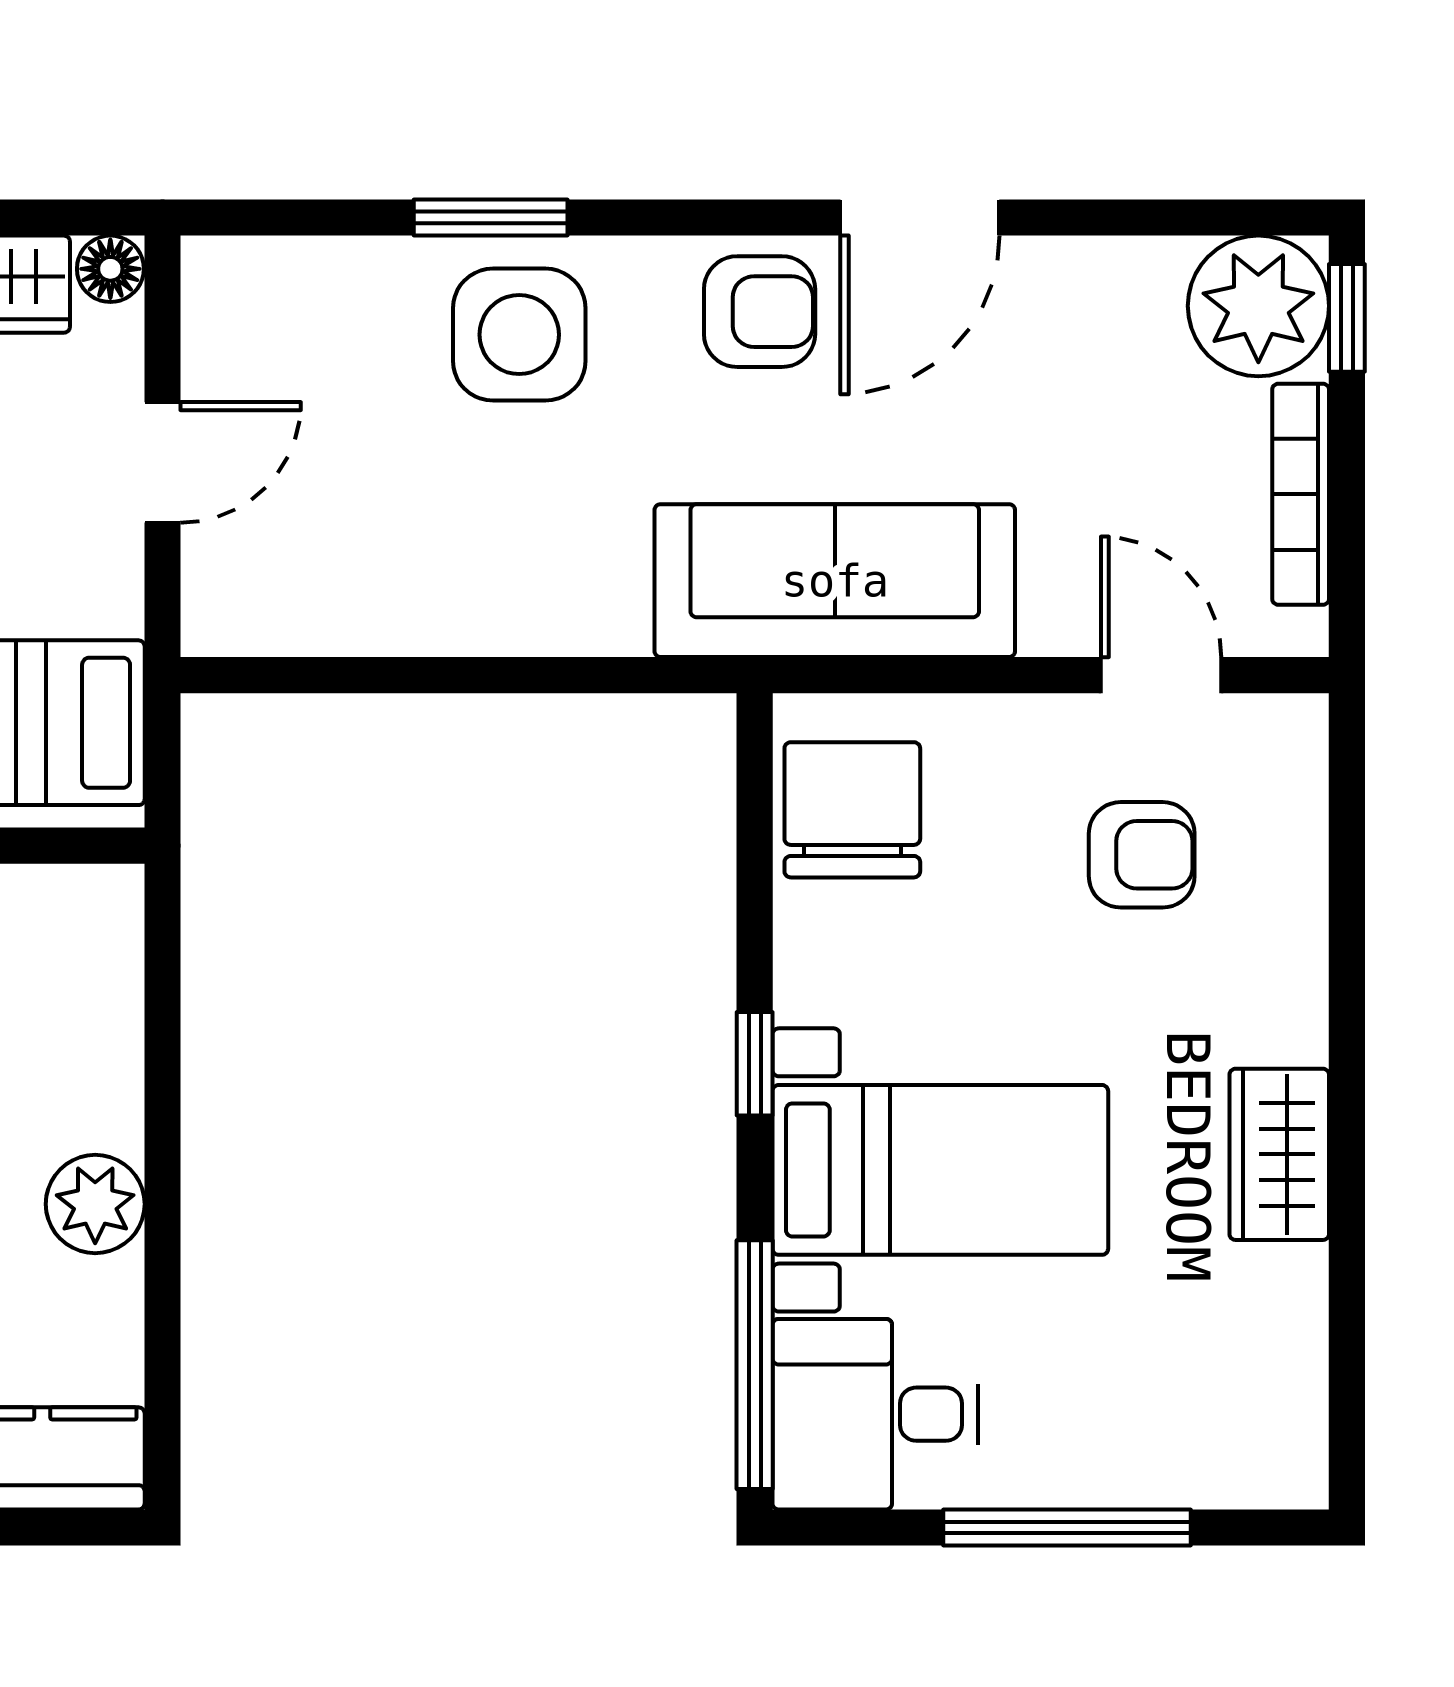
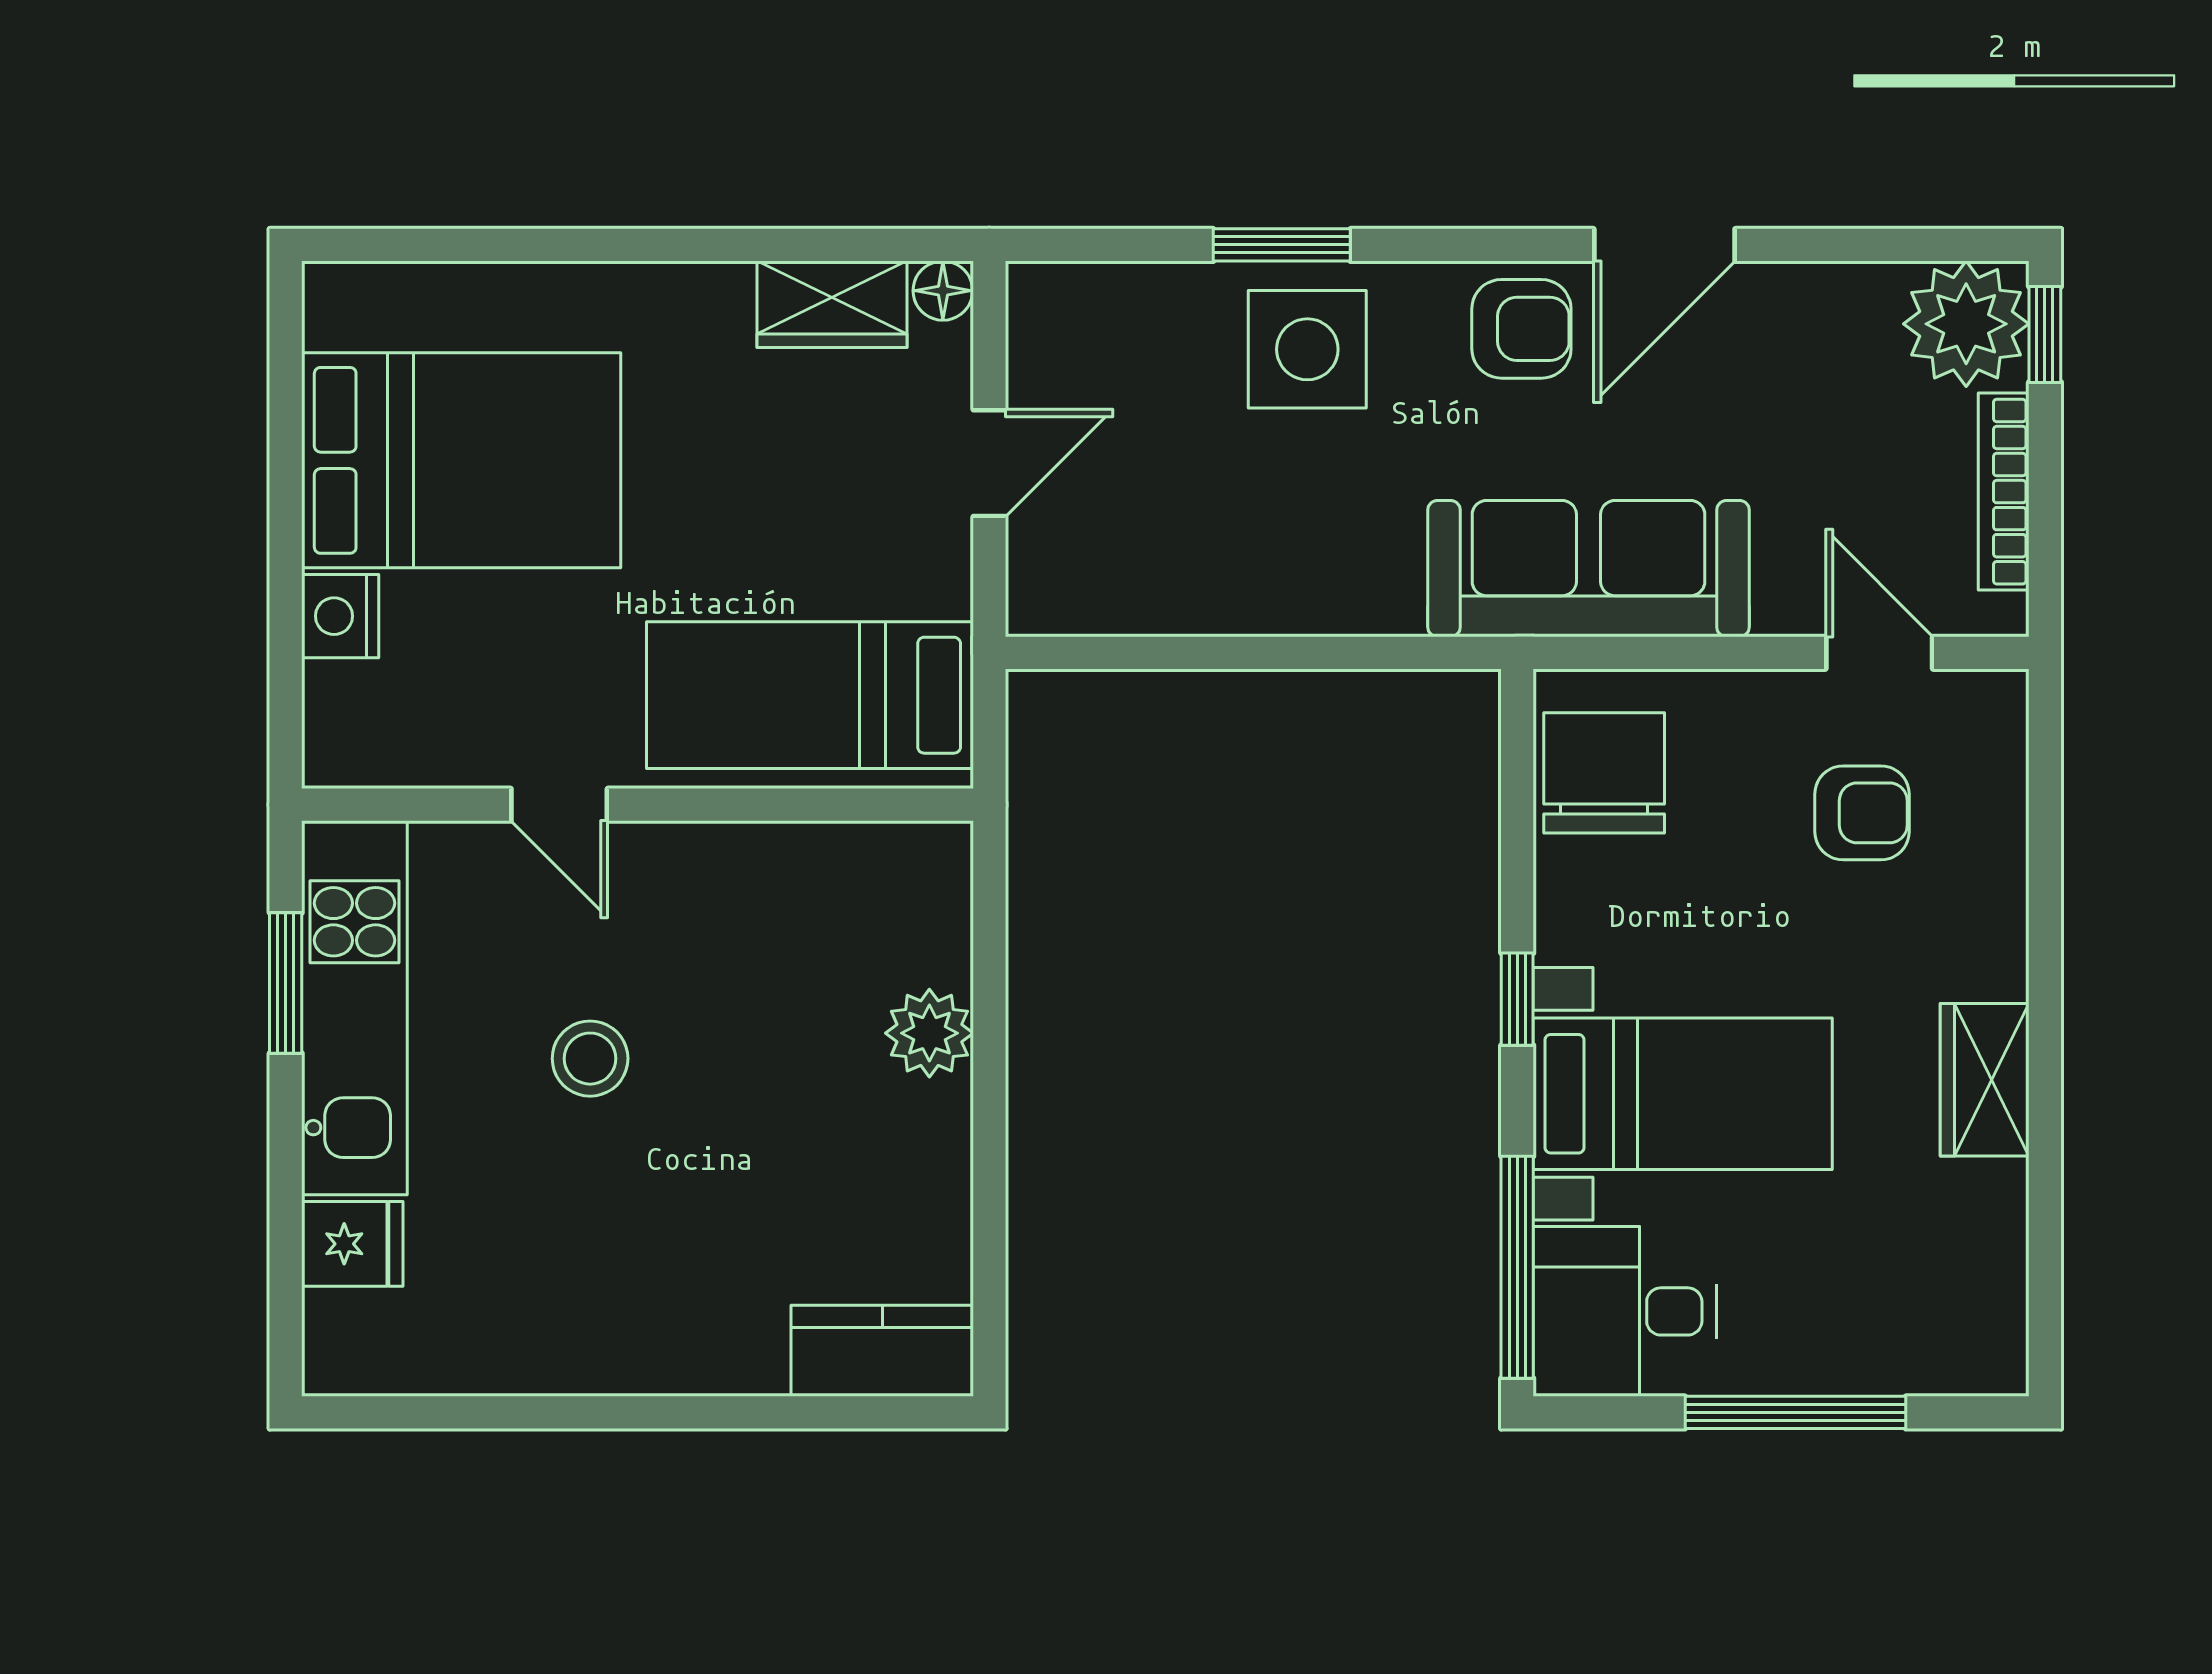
plant: (95, 1204) -> (929, 1033), moved

